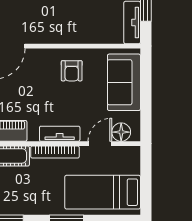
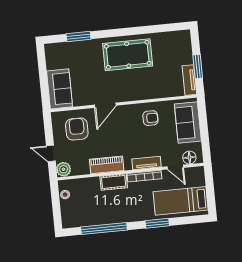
armchair: (72, 71) -> (150, 118), turned -90
door: (100, 144) -> (175, 167), swing flipped

